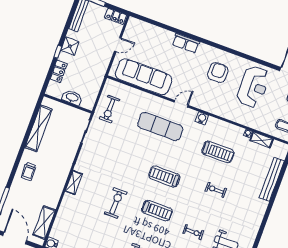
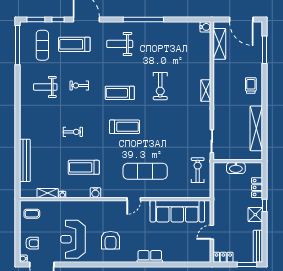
water cooler: (202, 118) -> (95, 193), moved

